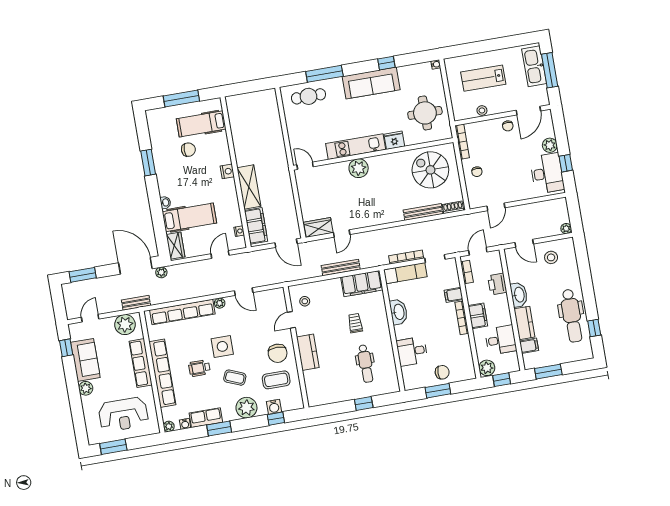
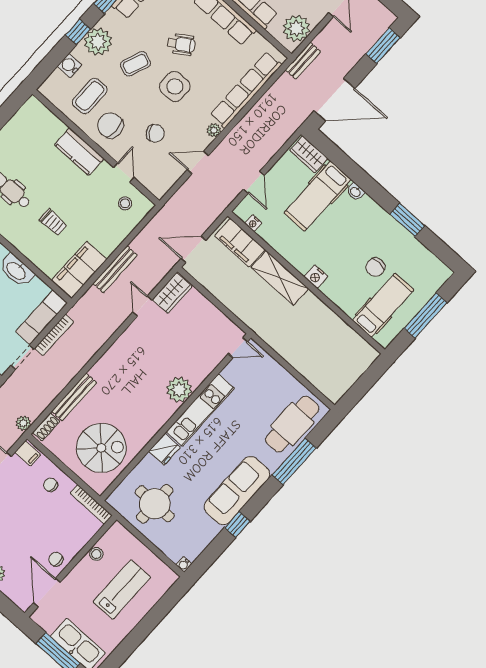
cafe table: (308, 96) -> (292, 424), width x1.37, depth x1.35
filing cabinet: (476, 200) -> (28, 453), added
plant: (161, 272) -> (23, 423), moved
chair: (255, 328) -> (155, 133), added
wheelchair: (199, 368) -> (181, 44), turned 57
window: (276, 419) -> (78, 32), moved

